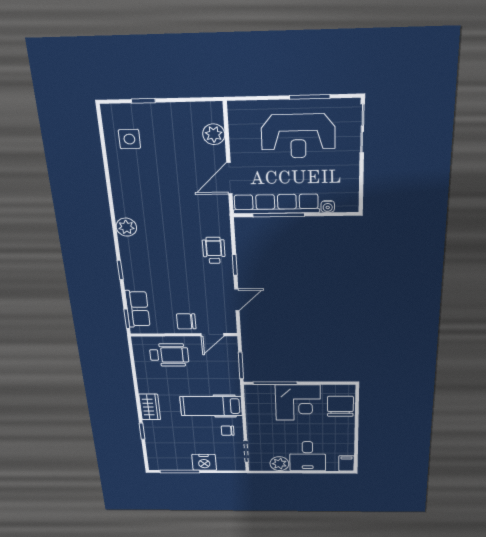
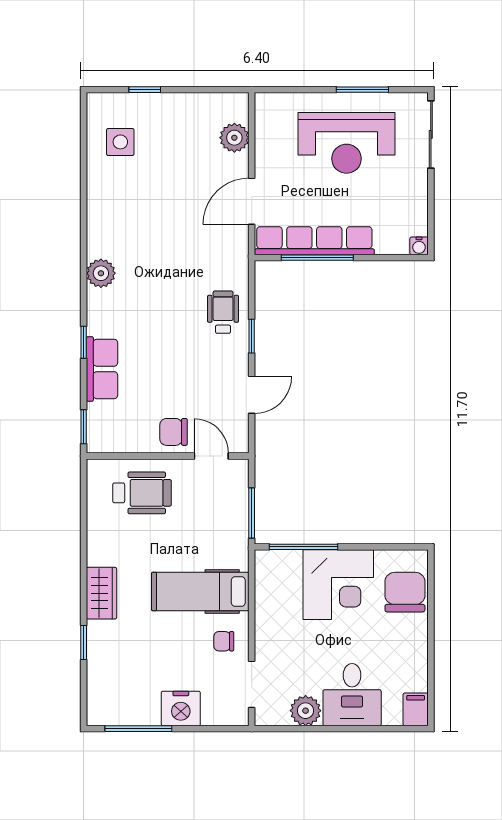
water cooler: (328, 206) -> (419, 246), moved
row of seats: (138, 309) -> (102, 369), moved
door: (212, 335) -> (211, 456), swing flipped

